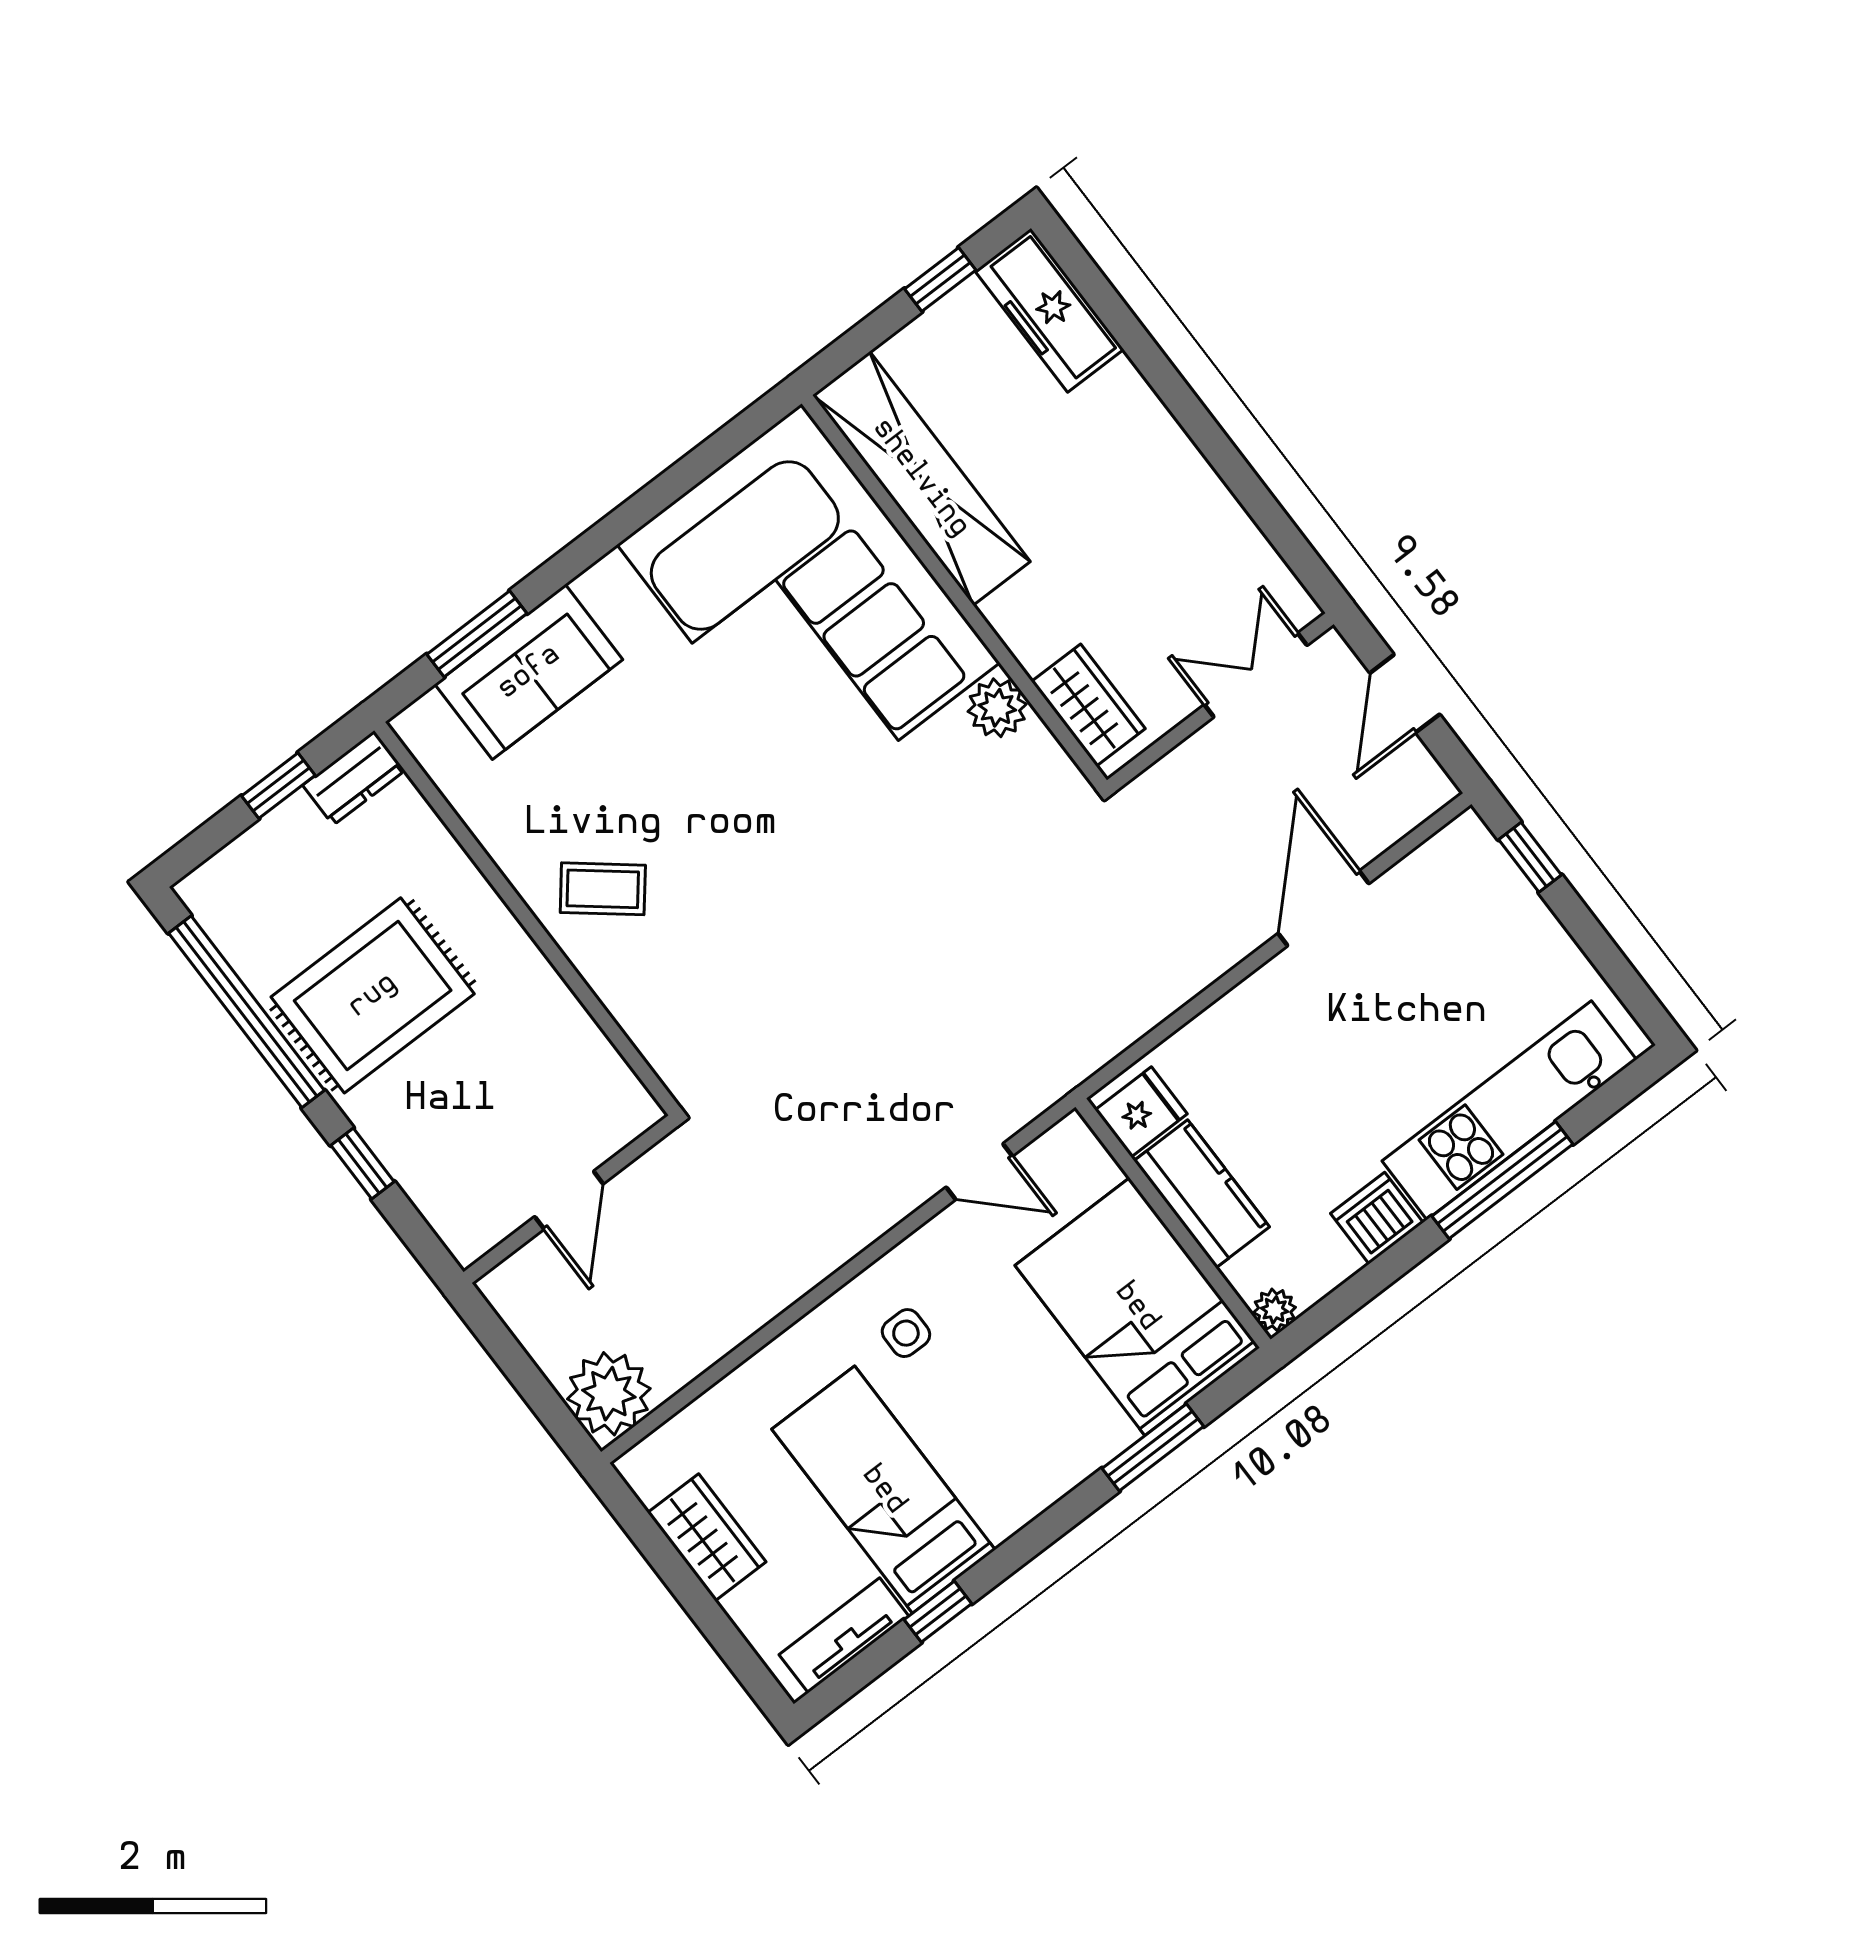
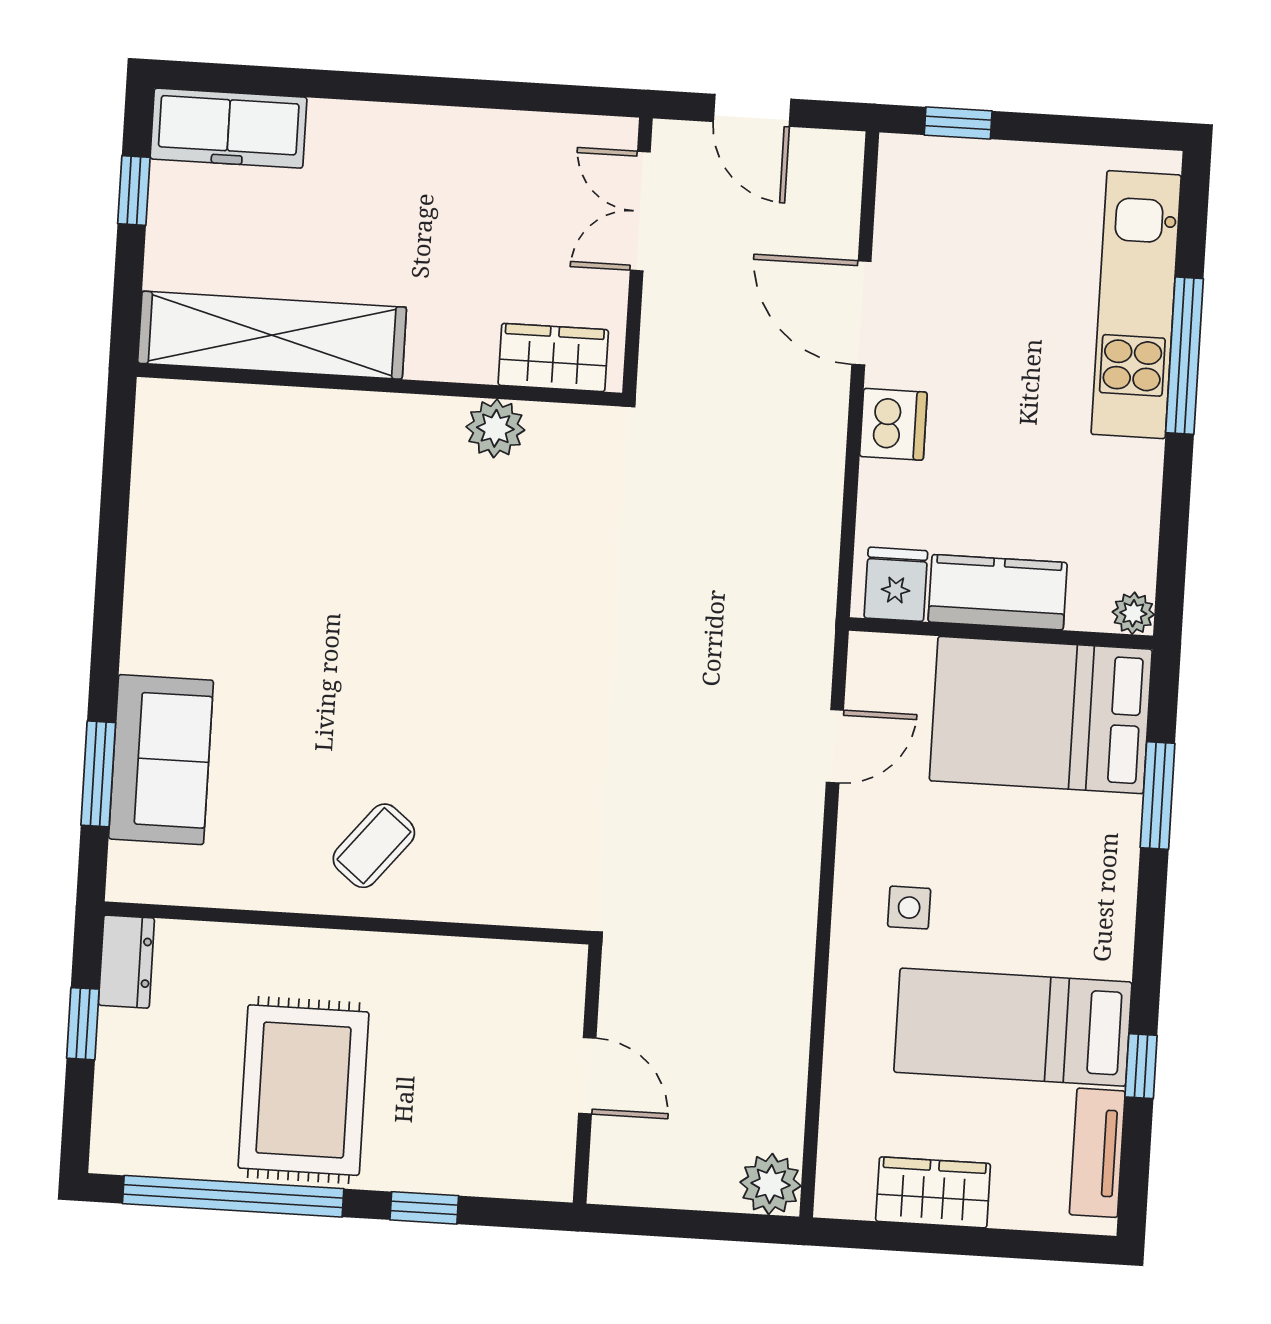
corner sofa: (808, 604) -> (293, 503), removed
dishwasher: (1377, 1218) -> (893, 424), moved, turned 180
plant: (609, 1394) -> (771, 1184), width x0.73, depth x0.73

